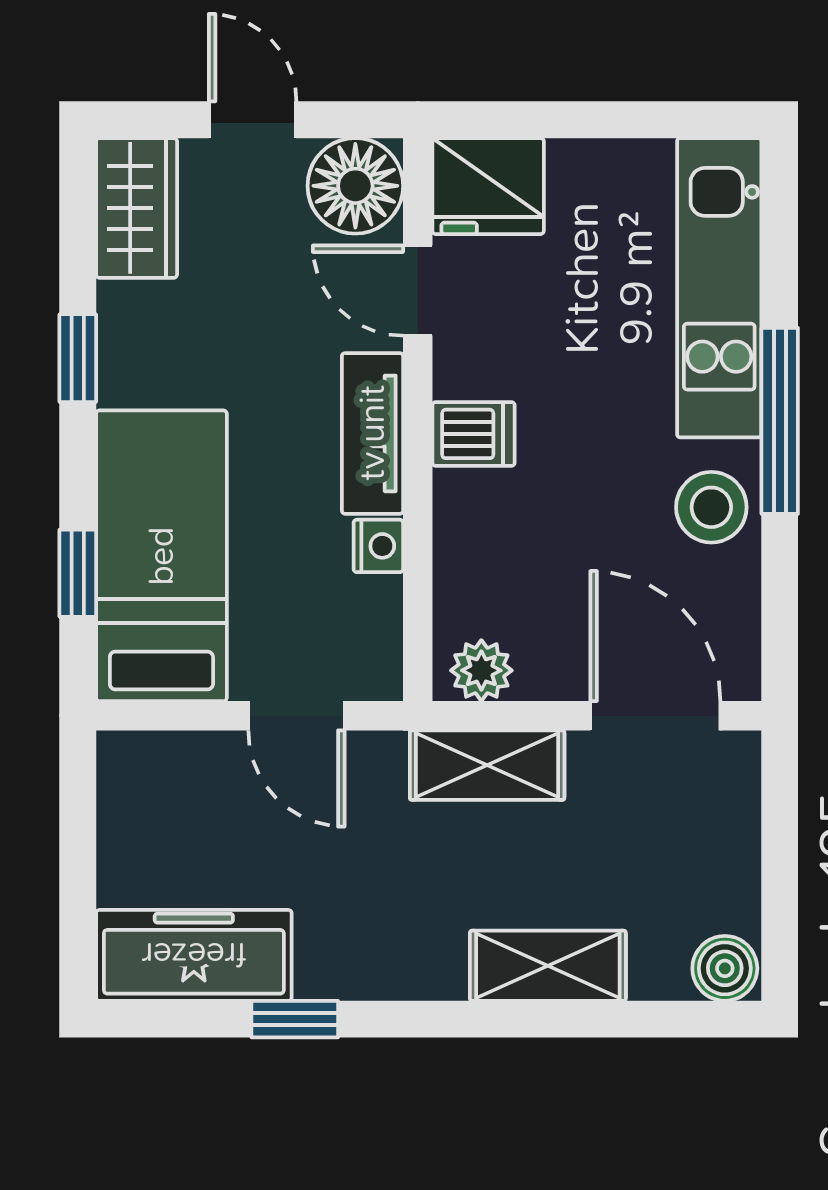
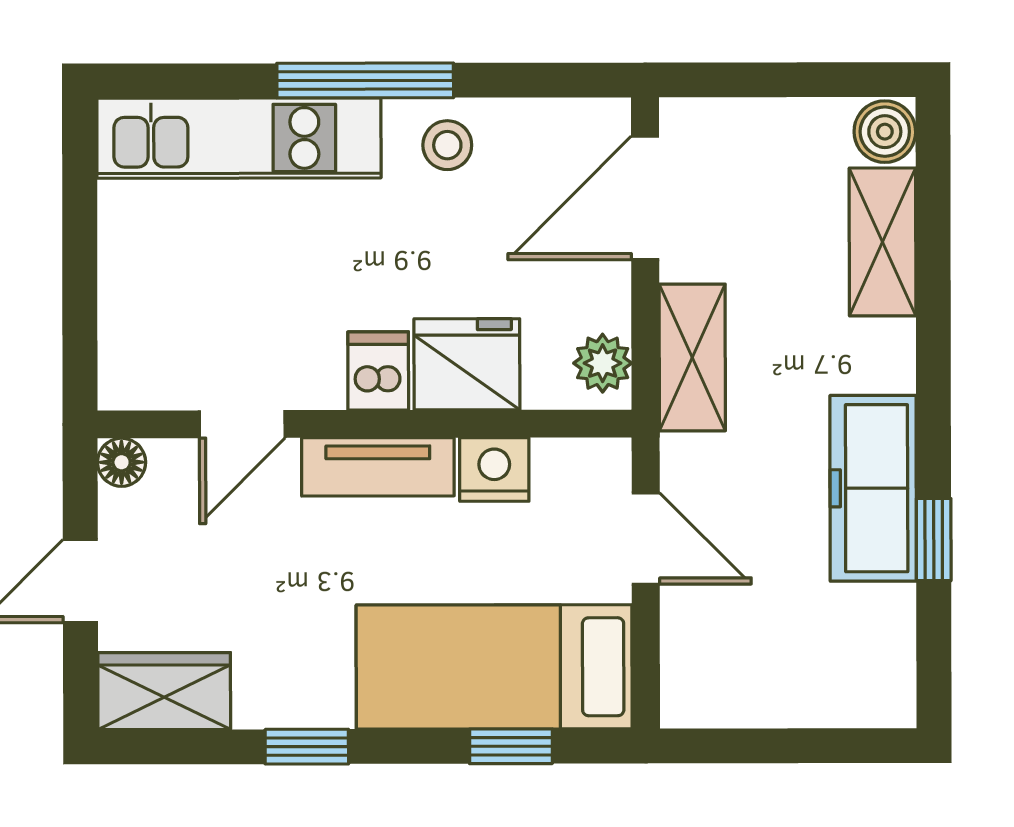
floor lamp: (355, 186) -> (122, 462), width x0.53, depth x0.53
fridge: (488, 186) -> (467, 364), moved, turned -90
stool: (711, 507) -> (447, 145), width x0.73, depth x0.73
nightstand: (378, 546) -> (494, 469), width x1.39, depth x1.35
door: (296, 716) -> (646, 539), hinge flipped
freezer: (194, 955) -> (873, 488), moved
shelving: (548, 966) -> (883, 242), moved

